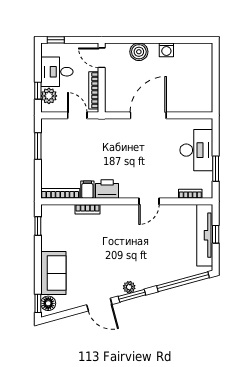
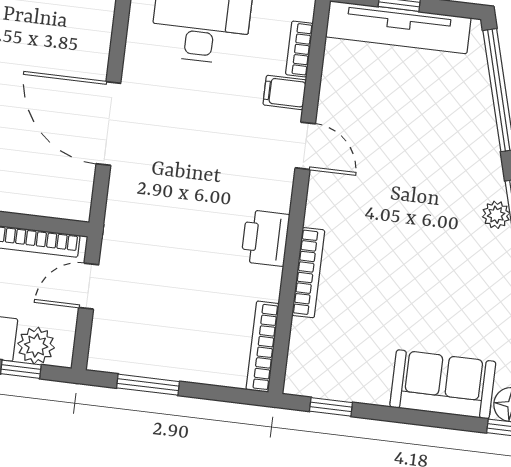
filing cabinet: (87, 190) -> (285, 92), moved
bookcase: (88, 209) -> (308, 273), width x1.56

